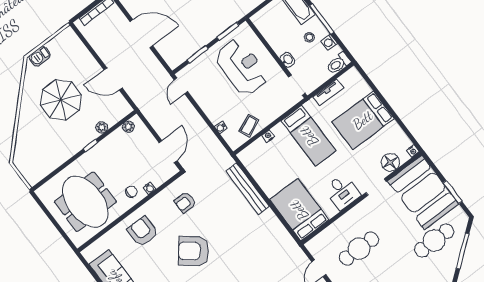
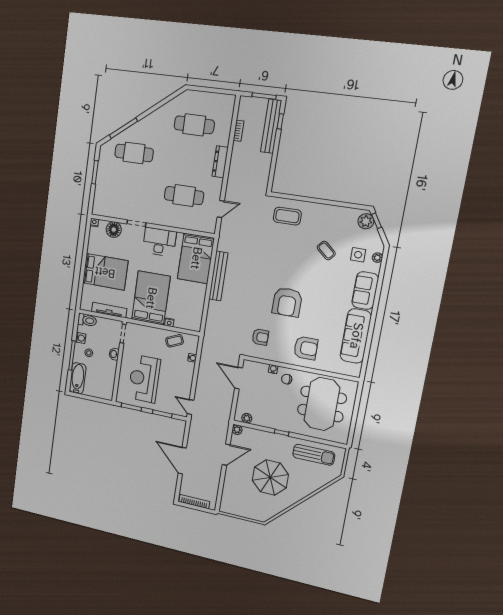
barbecue: (40, 56) -> (256, 515), removed
door: (113, 79) -> (226, 455), hinge flipped
door: (181, 86) -> (190, 407), swing flipped
tv unit: (328, 92) -> (109, 310), width x1.41
plant: (102, 127) -> (237, 430), moved
bed: (309, 136) -> (151, 298), width x1.50
door: (168, 152) -> (239, 378), hinge flipped
sun lounger: (49, 155) -> (314, 455), added
bench: (247, 189) -> (218, 276), moved
desk: (342, 192) -> (159, 242), width x1.37
booth: (423, 193) -> (112, 190), removed
armchair: (143, 231) -> (306, 348), turned -90
armchair: (193, 251) -> (287, 302), turned 51

